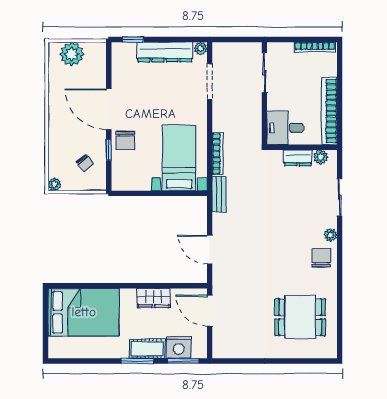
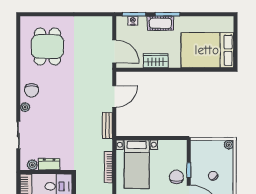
chair: (85, 163) -> (213, 176), moved
bench: (219, 194) -> (107, 126), moved
door: (210, 250) -> (114, 96), hinge flipped
dining table: (300, 317) -> (47, 46), turned 90
nightstand: (179, 347) -> (133, 21), width x0.53, depth x0.56

